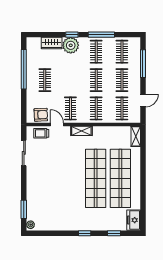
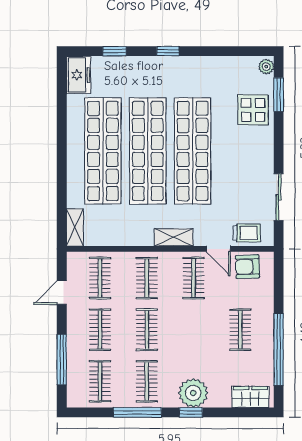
wardrobe: (52, 43) -> (250, 397), moved
shop shelf: (71, 178) -> (193, 151), added
display table: (38, 201) -> (253, 110), added

